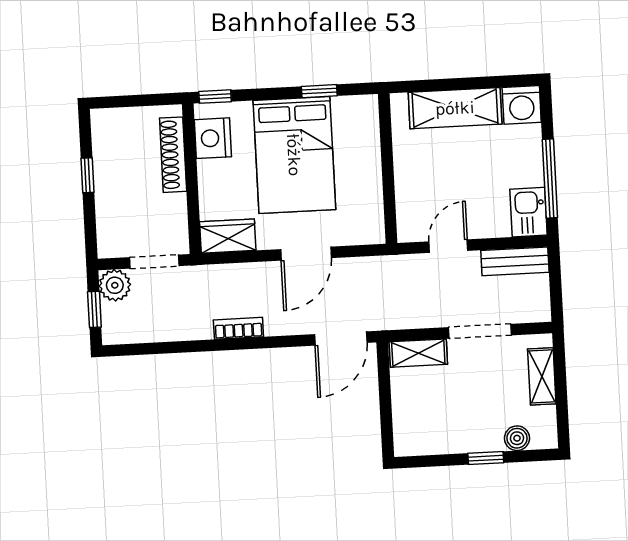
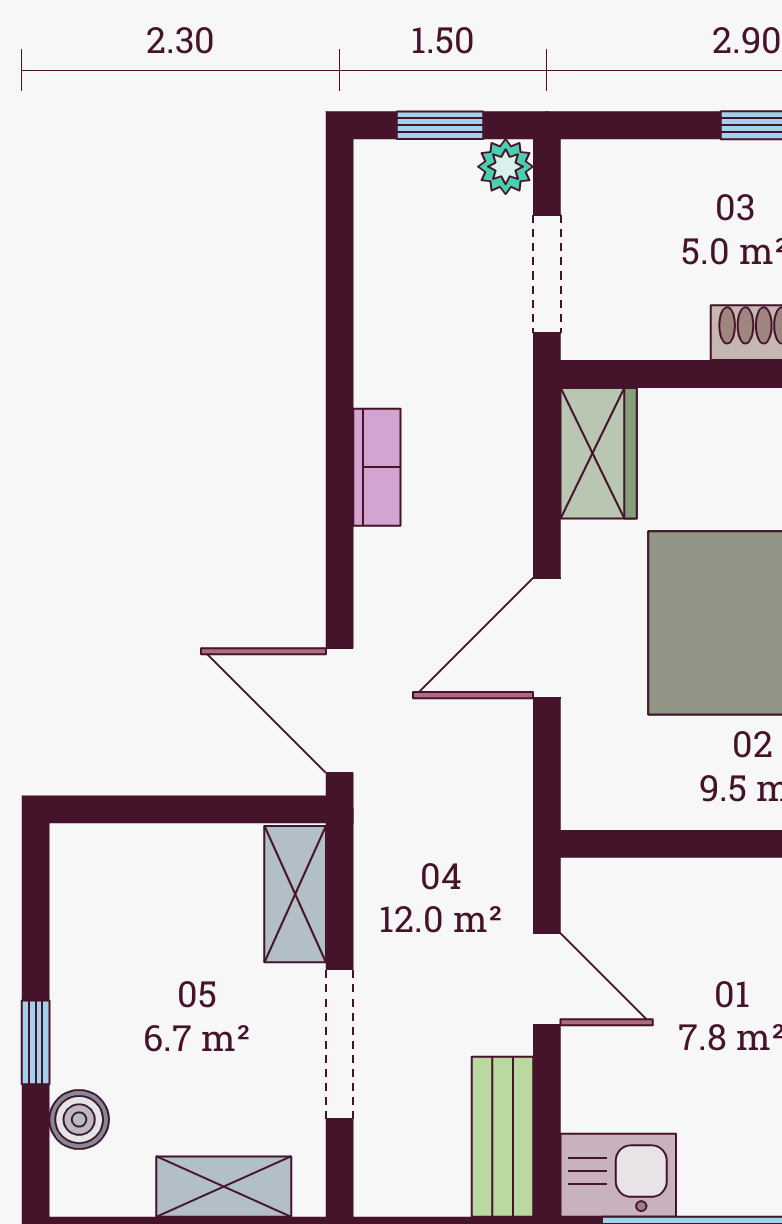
door: (306, 254) -> (547, 638), hinge flipped
plant: (115, 285) -> (506, 167), width x0.73, depth x0.73

